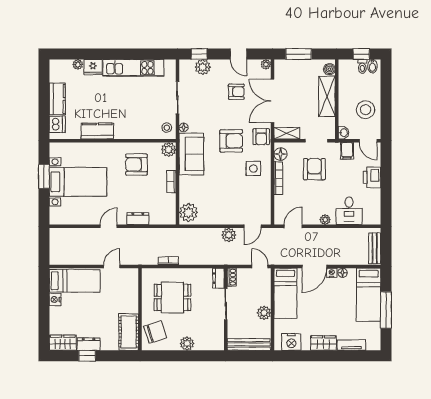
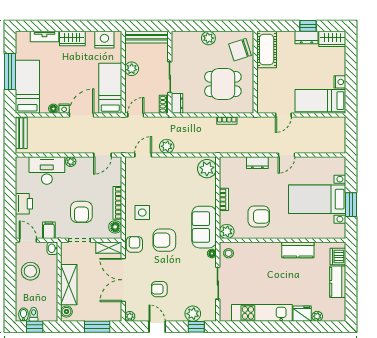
double door: (272, 101) -> (123, 280), swing flipped
desk: (349, 211) -> (47, 170), width x1.37
door: (260, 266) -> (136, 115), swing flipped

